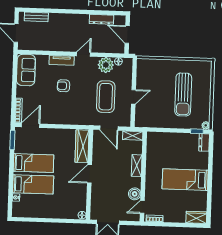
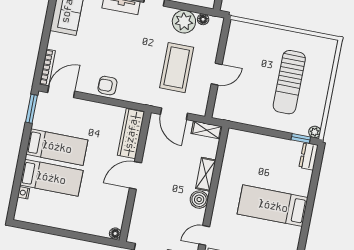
armchair: (63, 86) -> (107, 86), moved
boiler: (135, 194) -> (199, 200), moved

